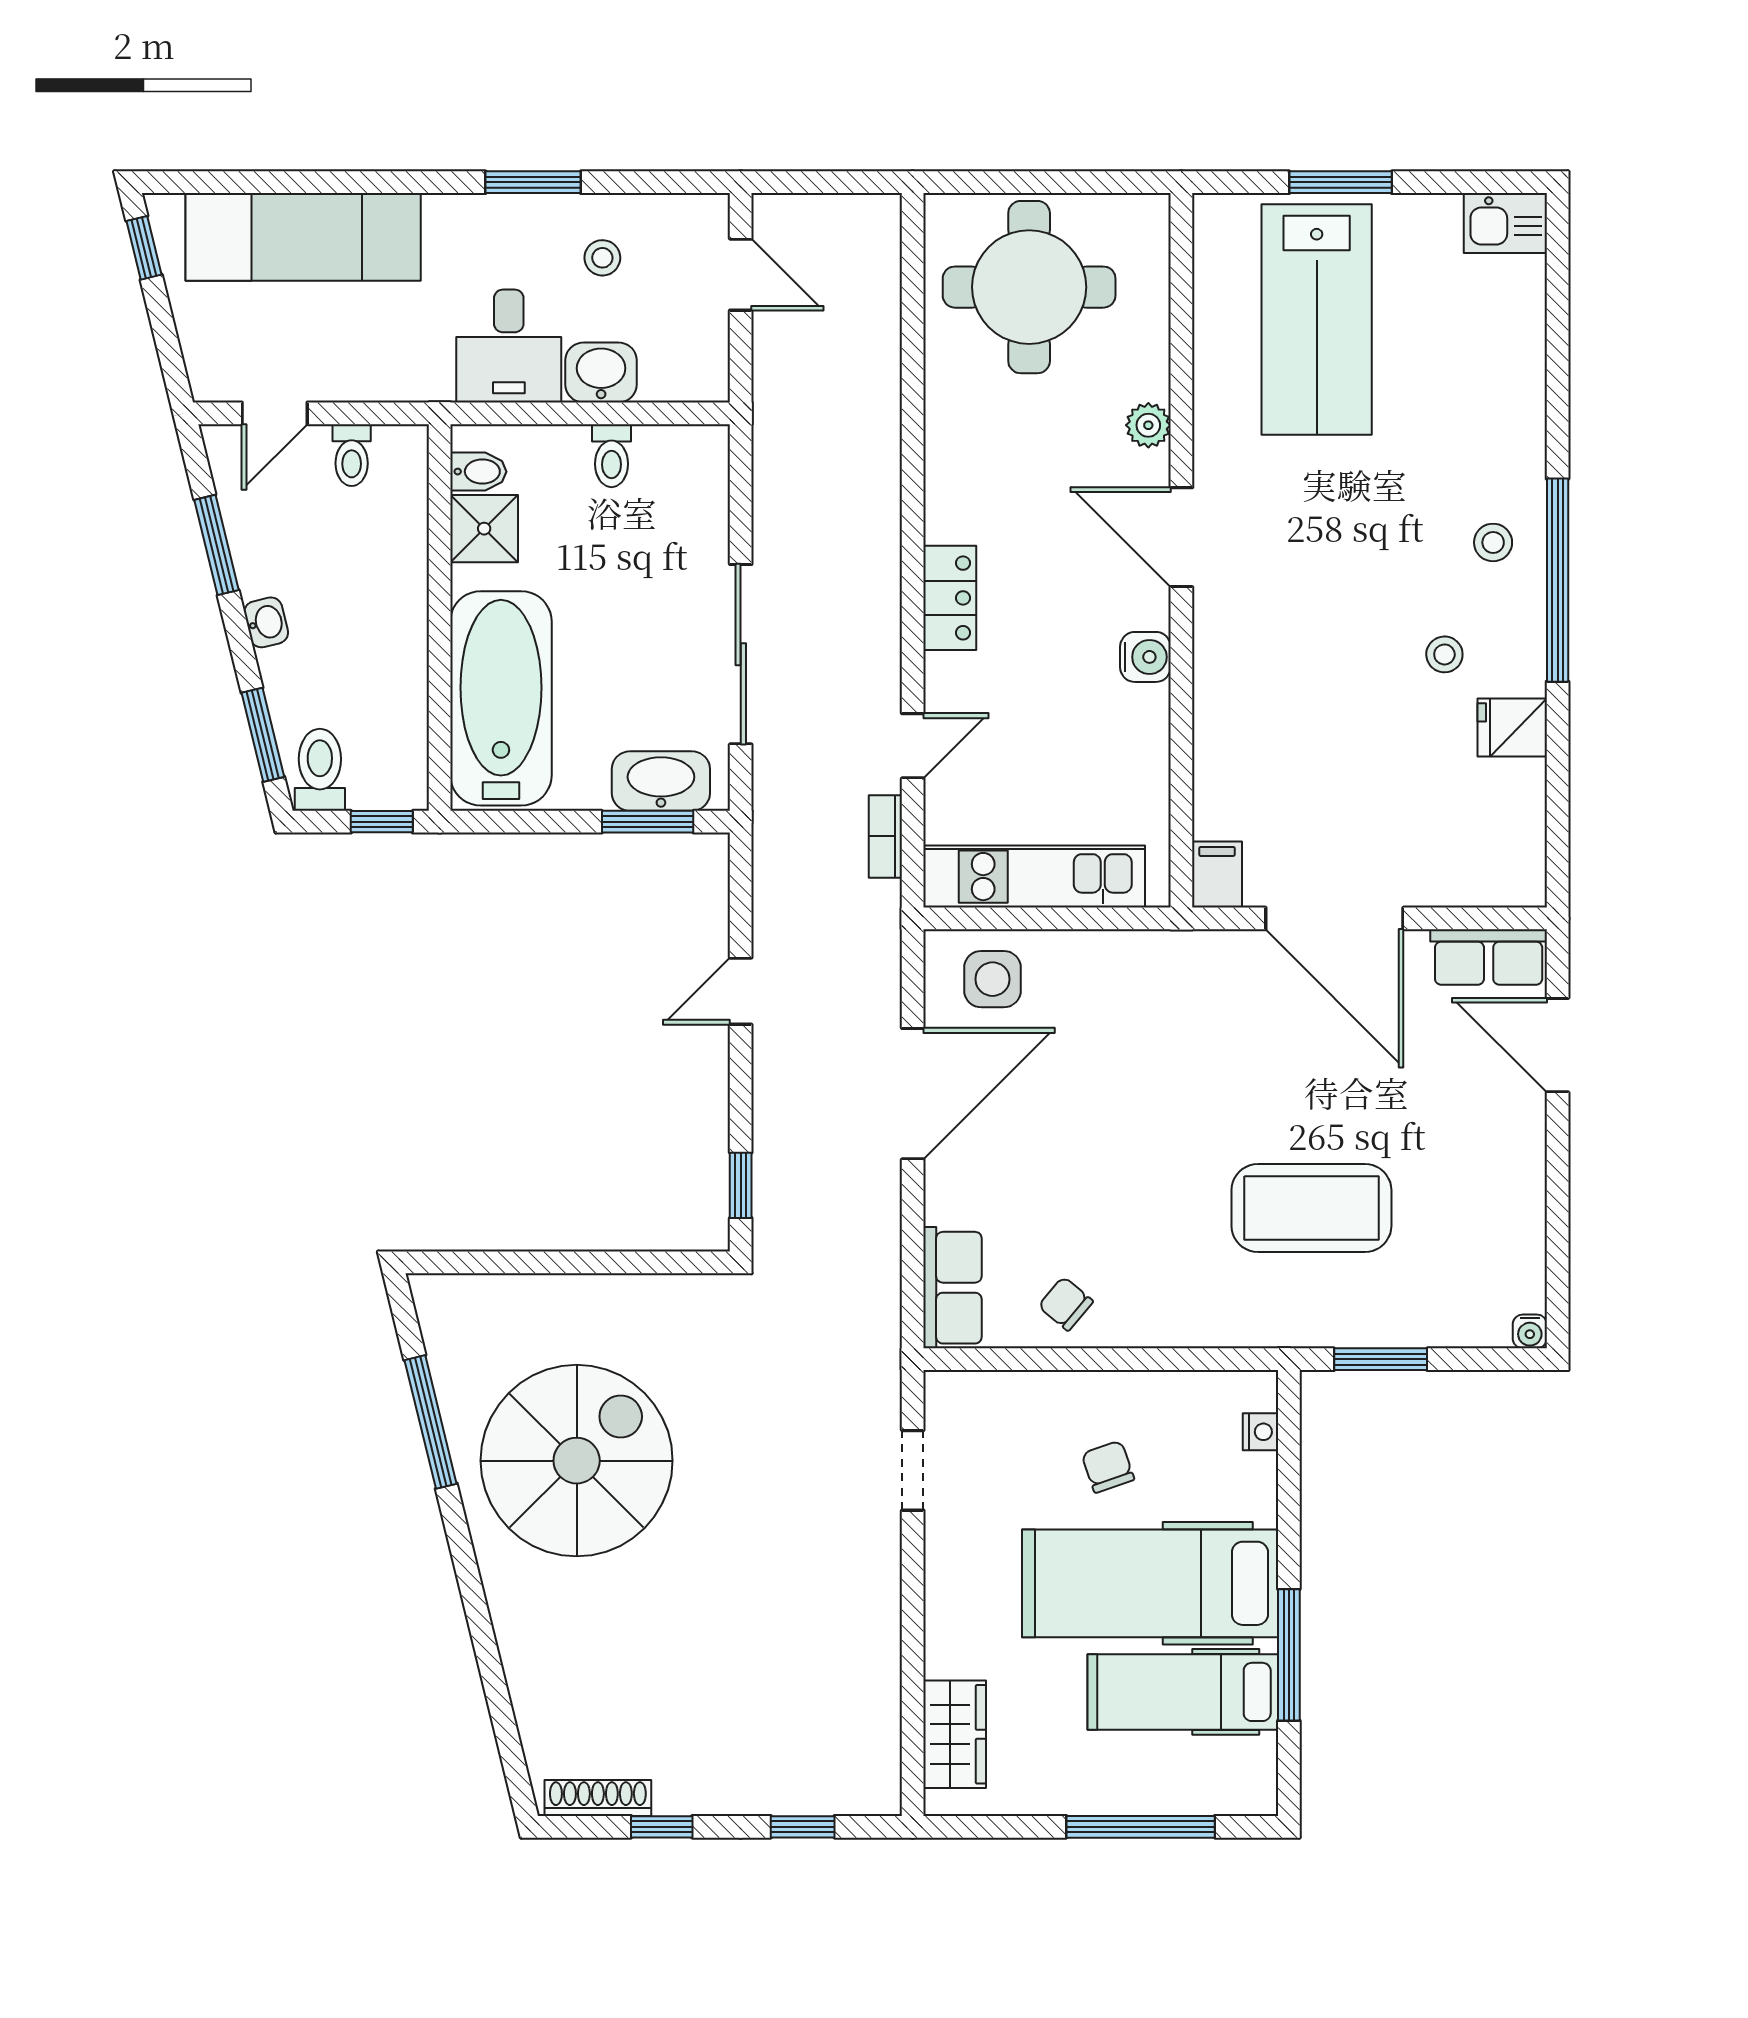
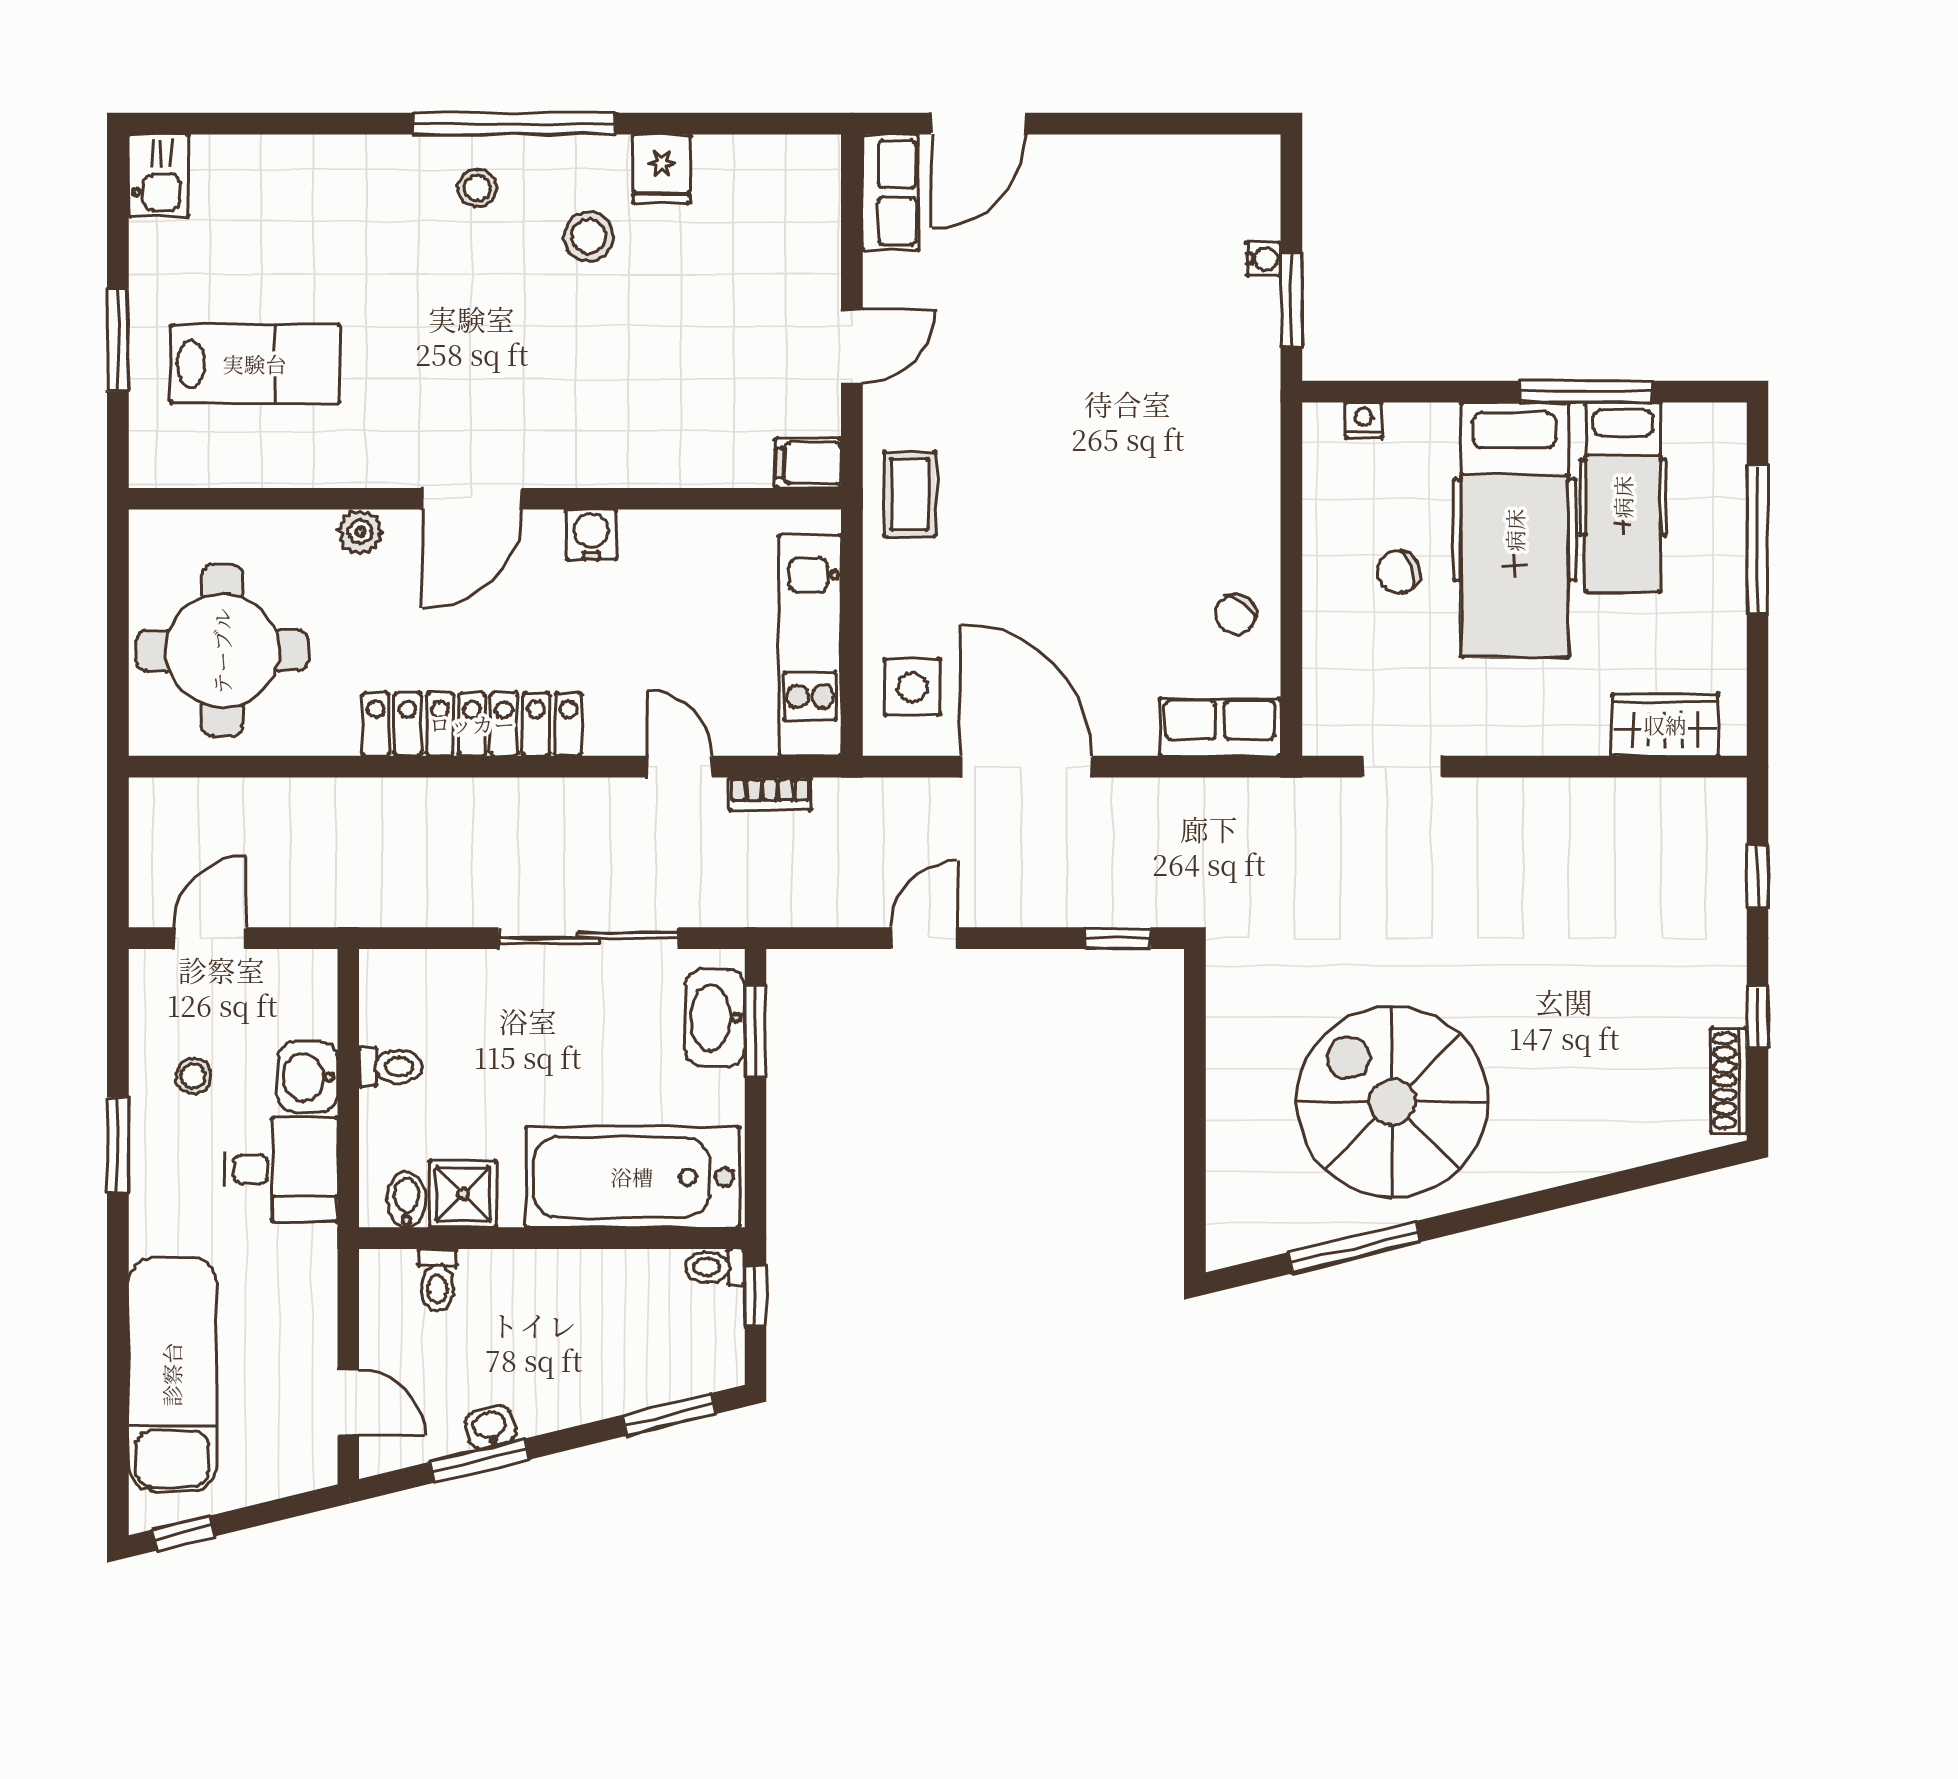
lab bench: (1317, 320) -> (255, 364), width x0.73, depth x0.72
toilet: (352, 455) -> (437, 1280), moved, turned 90
locker: (950, 598) -> (472, 724), width x2.16, depth x1.21
washbasin: (266, 622) -> (490, 1427), moved
stool: (1444, 654) -> (589, 236), width x1.37, depth x1.37
toilet: (320, 770) -> (715, 1267), moved, width x0.73, depth x0.72
door: (1334, 918) -> (852, 346), width x0.53
door: (741, 991) -> (924, 938), swing flipped
coffee table: (1311, 1208) -> (910, 494), moved, width x0.54, depth x0.58
water cooler: (1530, 1331) -> (1264, 259), moved

